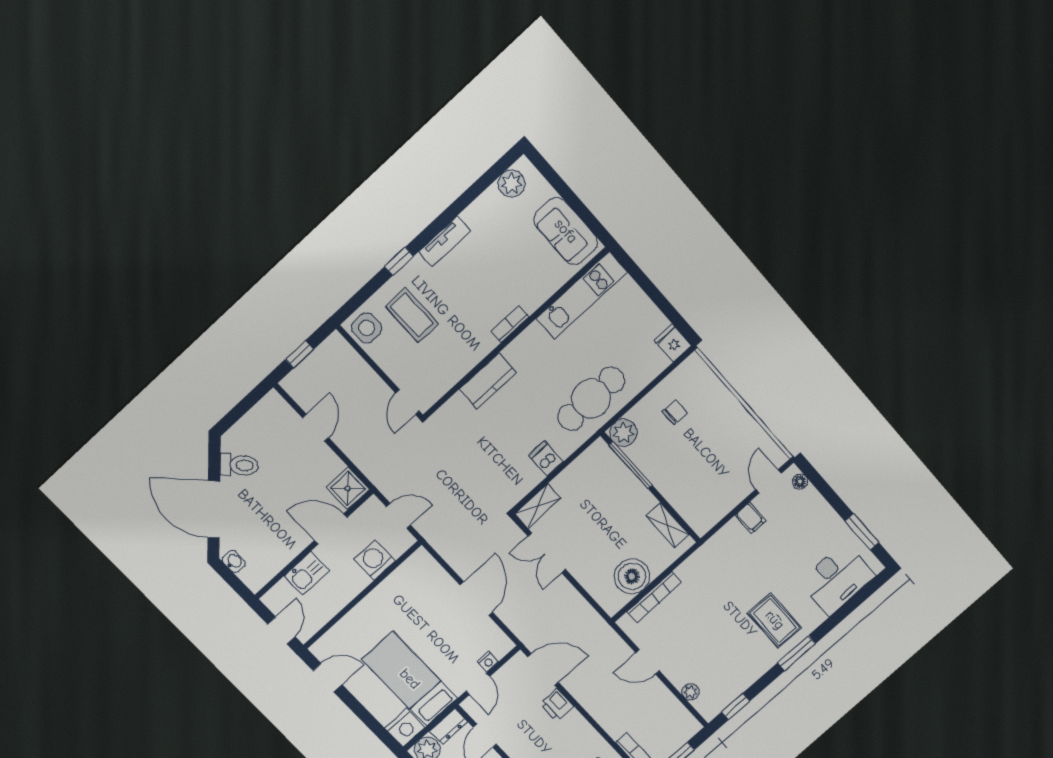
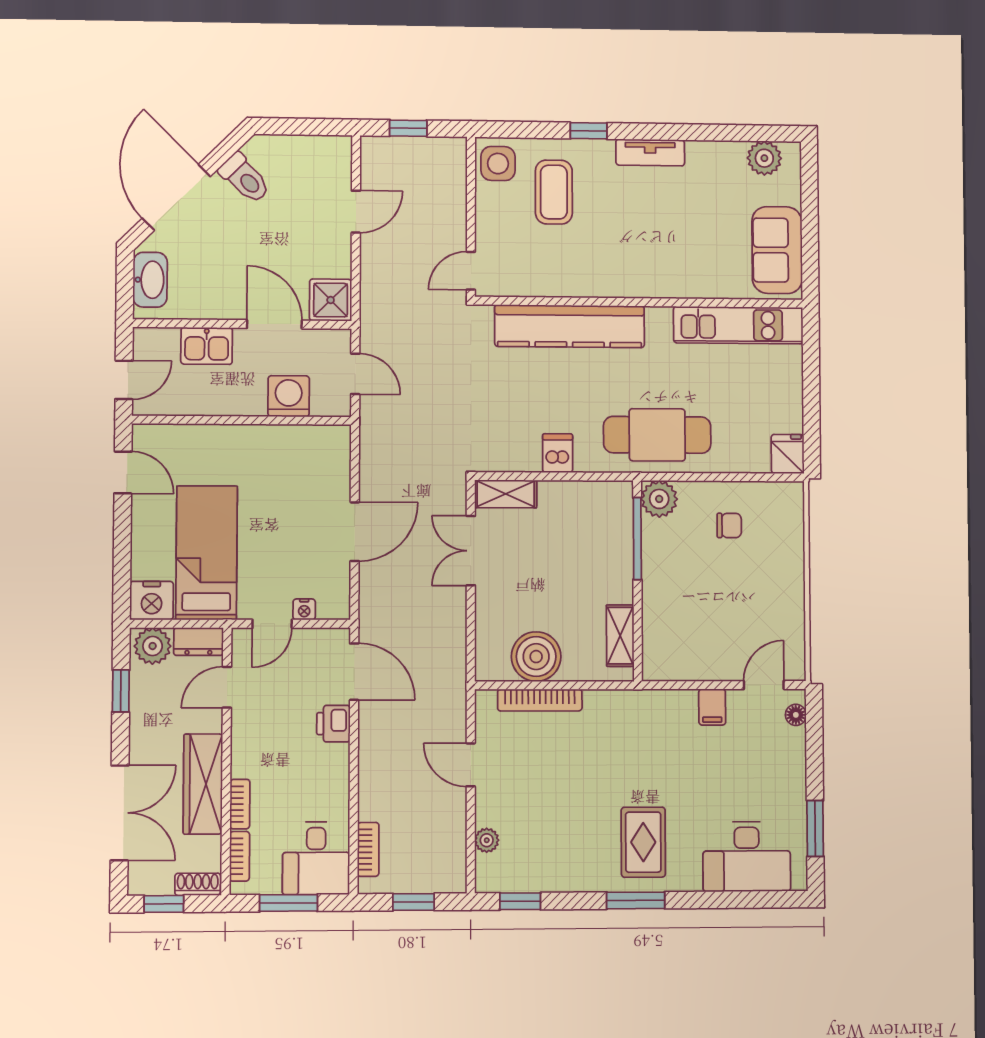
bookcase: (510, 324) -> (642, 288), removed
kitchen counter: (488, 381) -> (570, 326), width x2.08, depth x1.17
washbasin: (234, 562) -> (150, 280), width x1.91, depth x1.45

